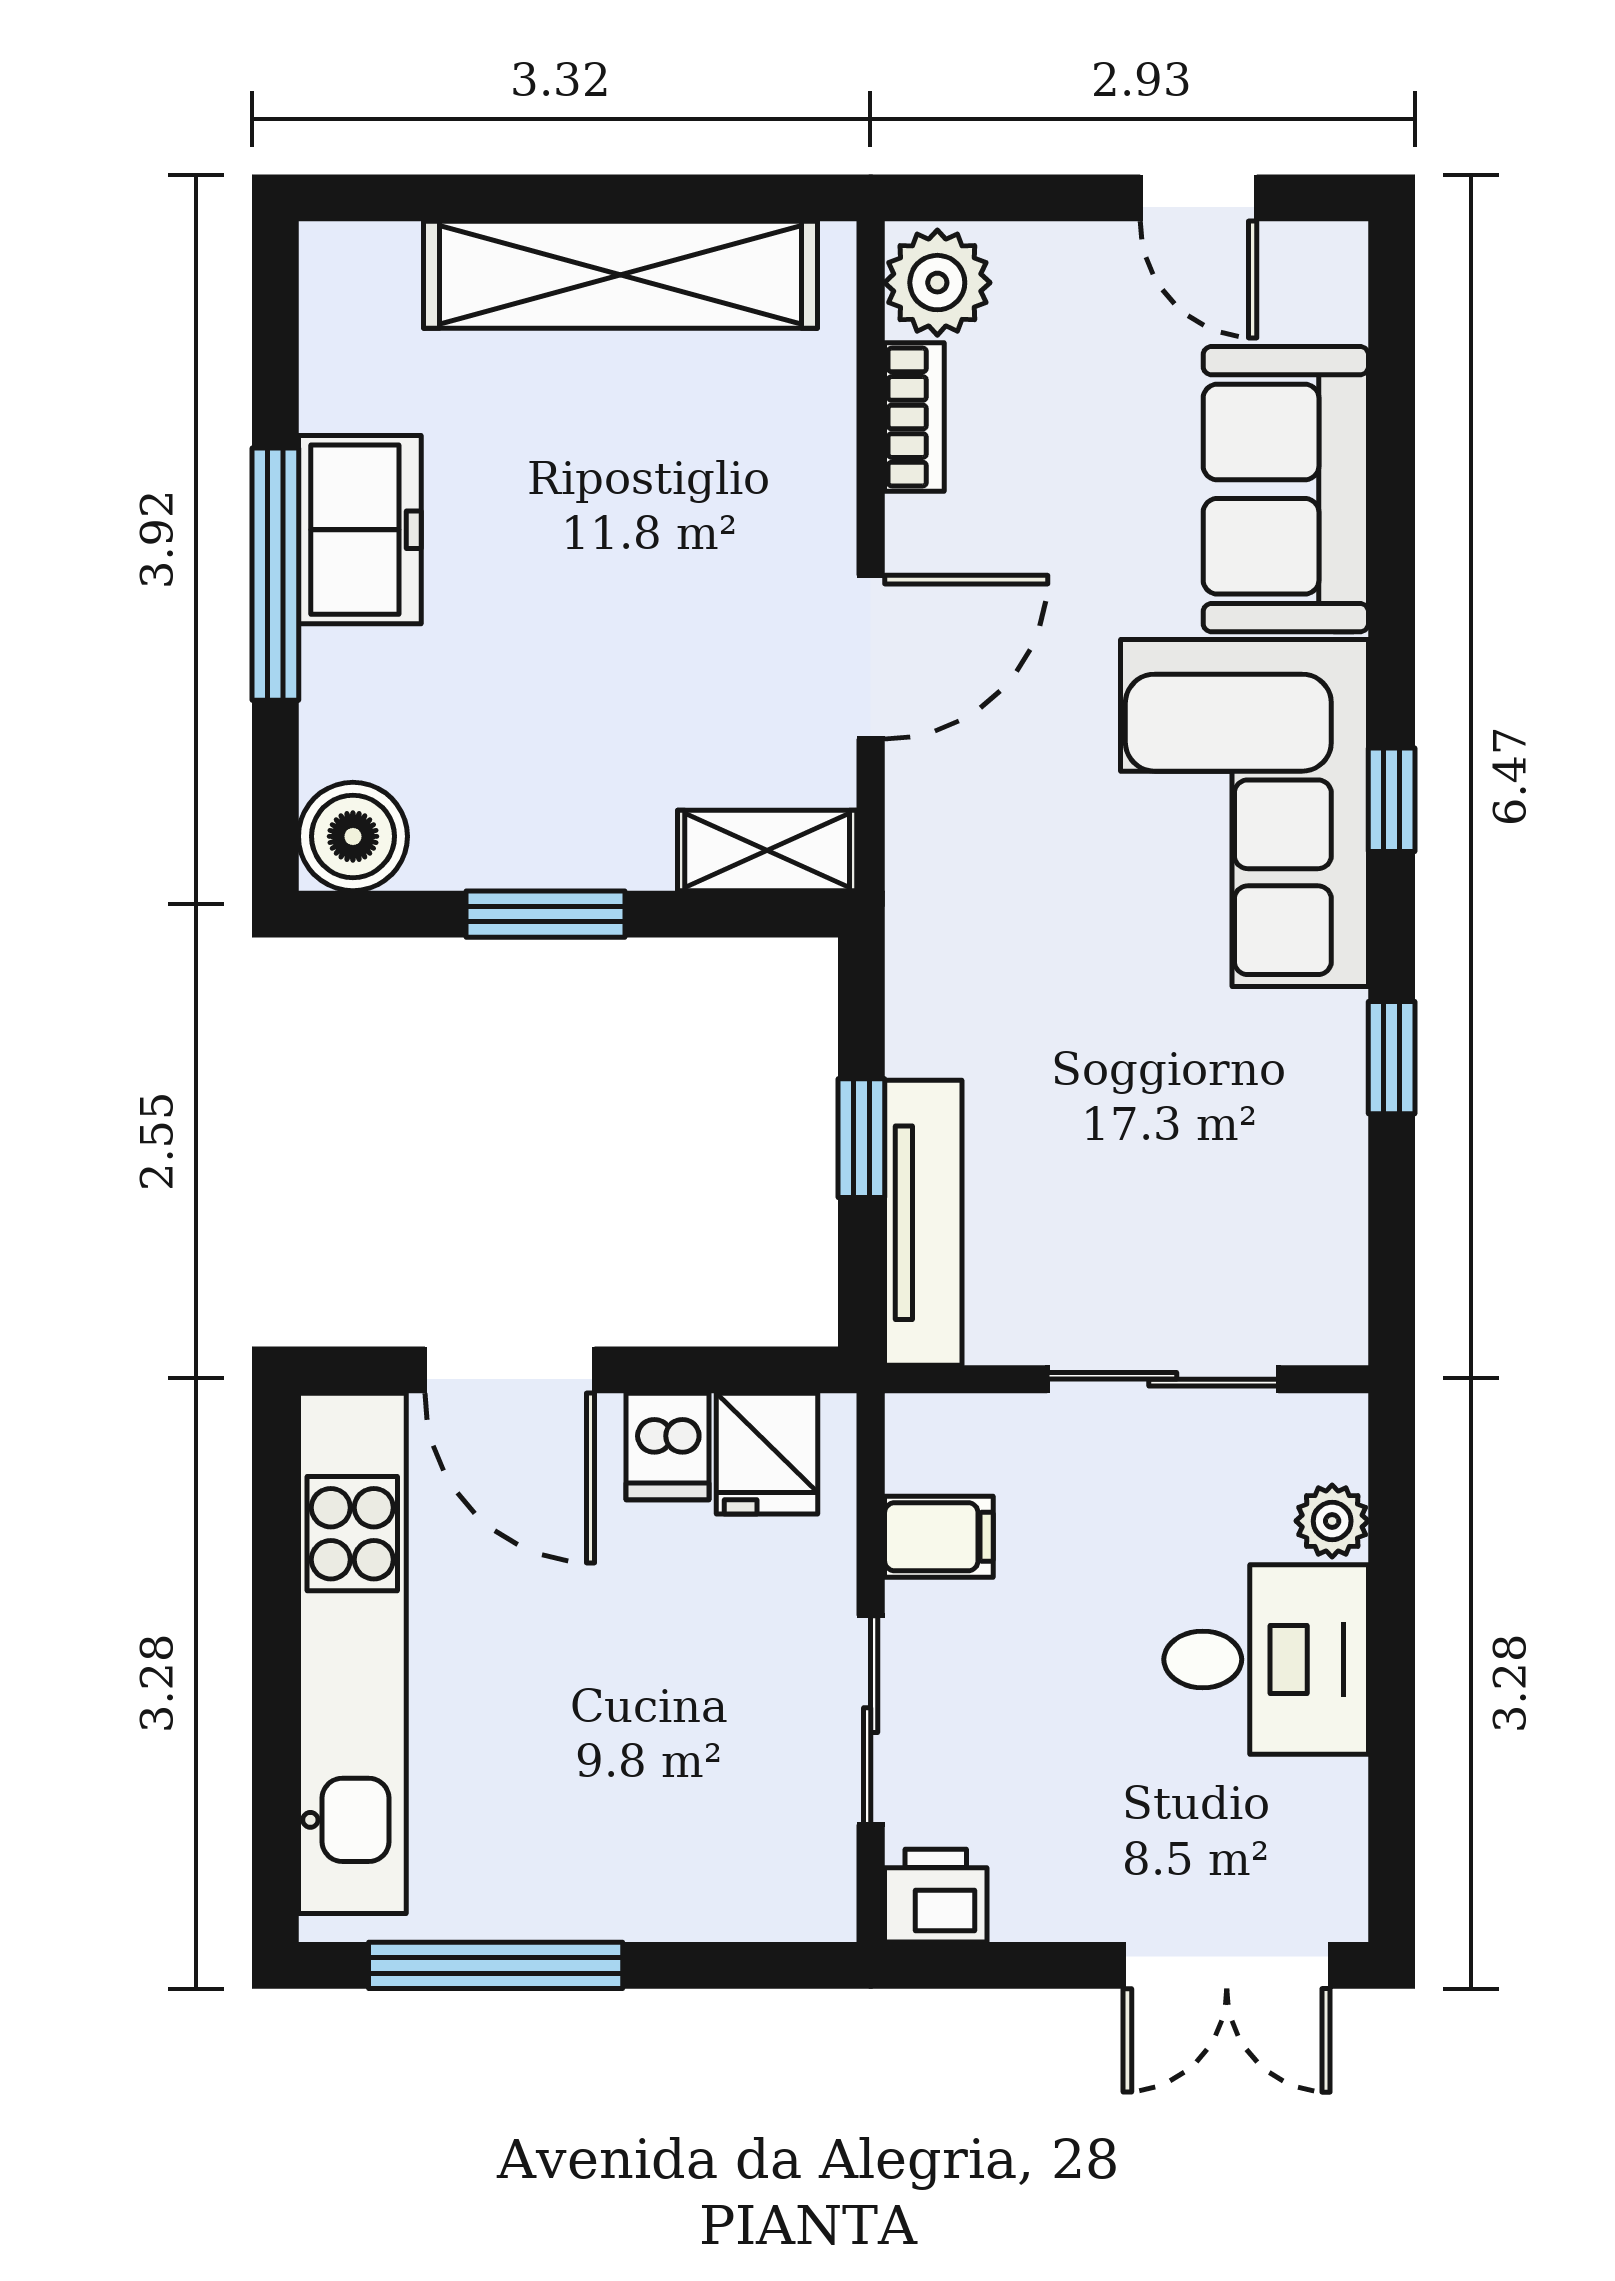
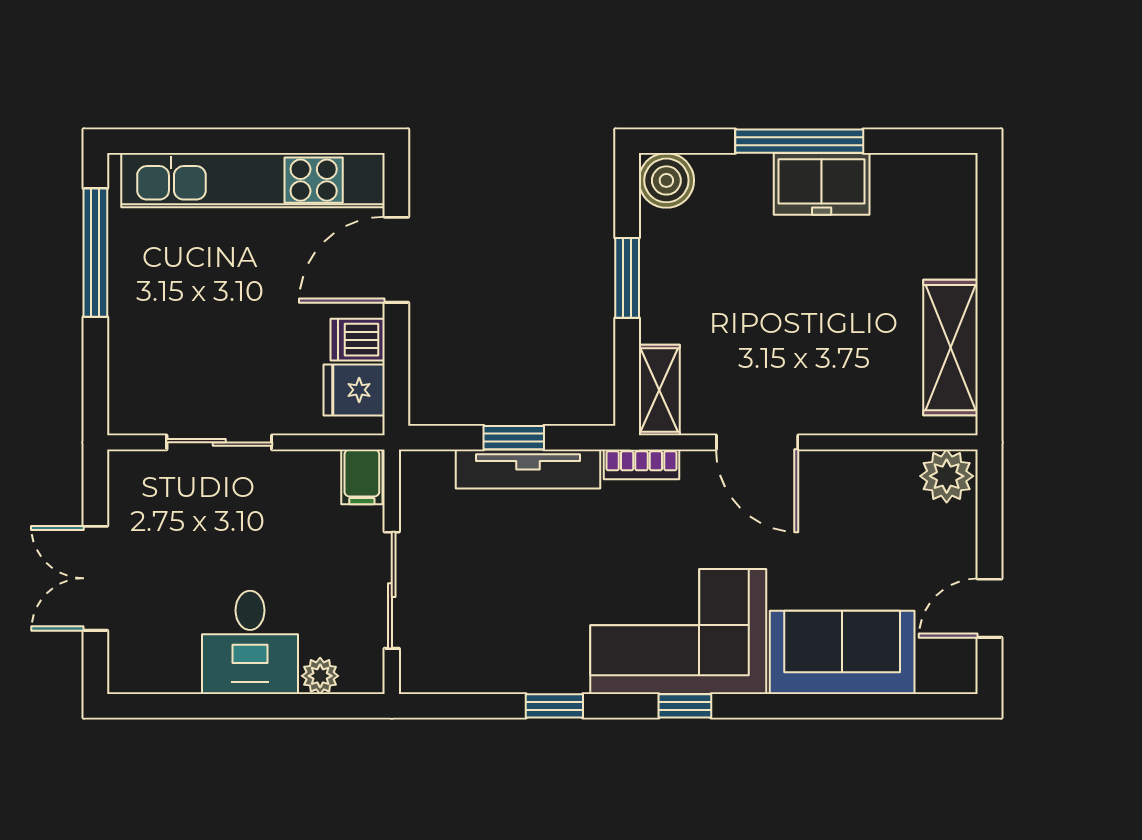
shelving: (621, 275) -> (951, 348), width x0.68
bookcase: (914, 417) -> (641, 464), moved
tv unit: (923, 1223) -> (528, 469), moved
filing cabinet: (939, 1537) -> (362, 477), moved
printer: (936, 1896) -> (131, 475), removed
double door: (1227, 1965) -> (95, 578), moved

